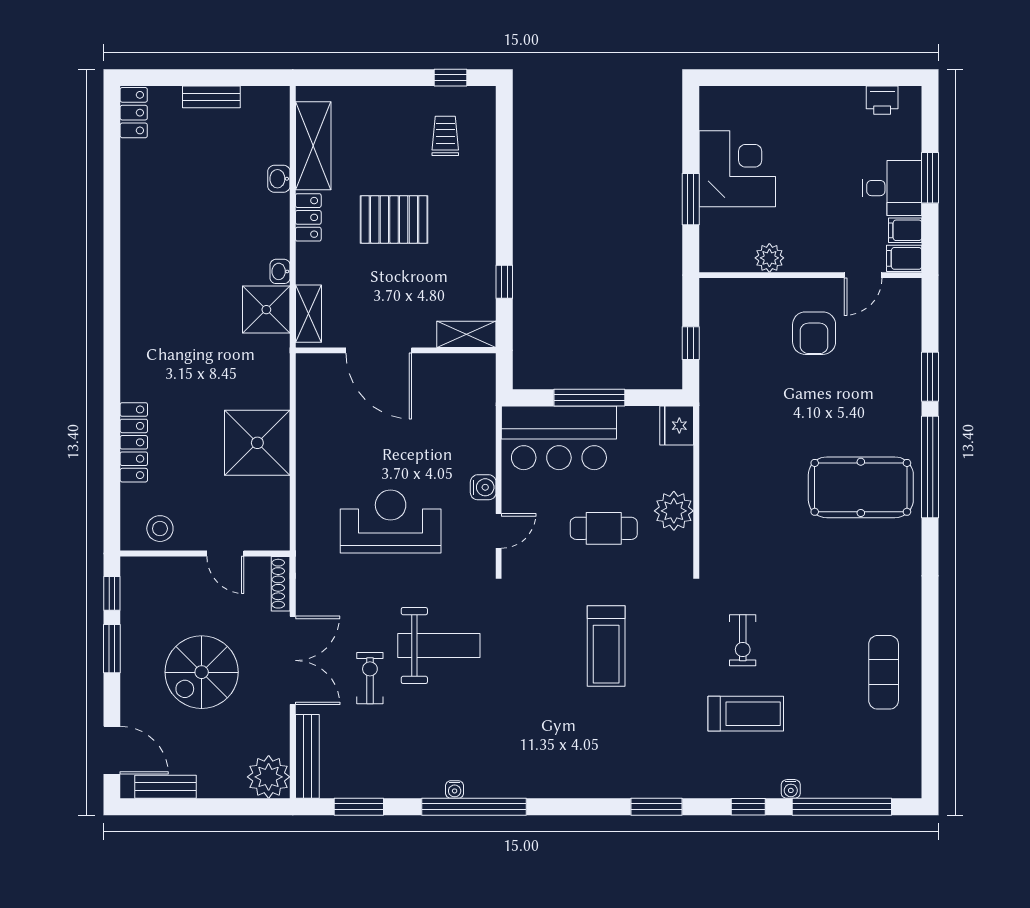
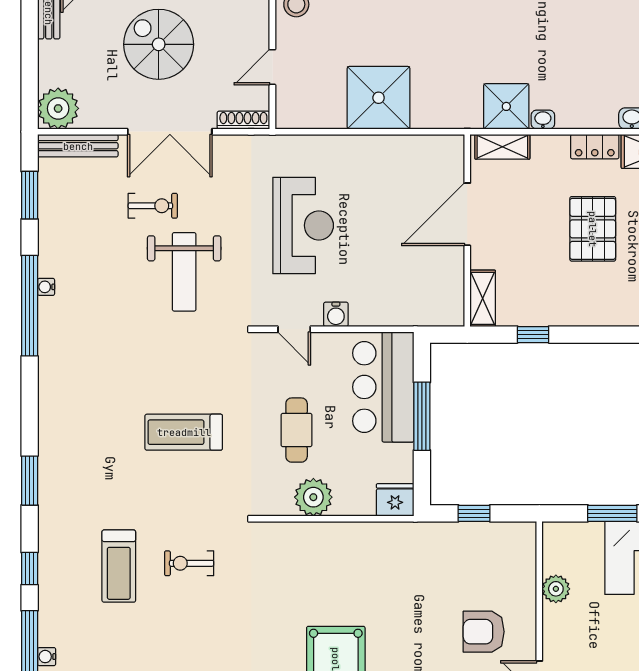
water cooler: (791, 789) -> (47, 657), moved

